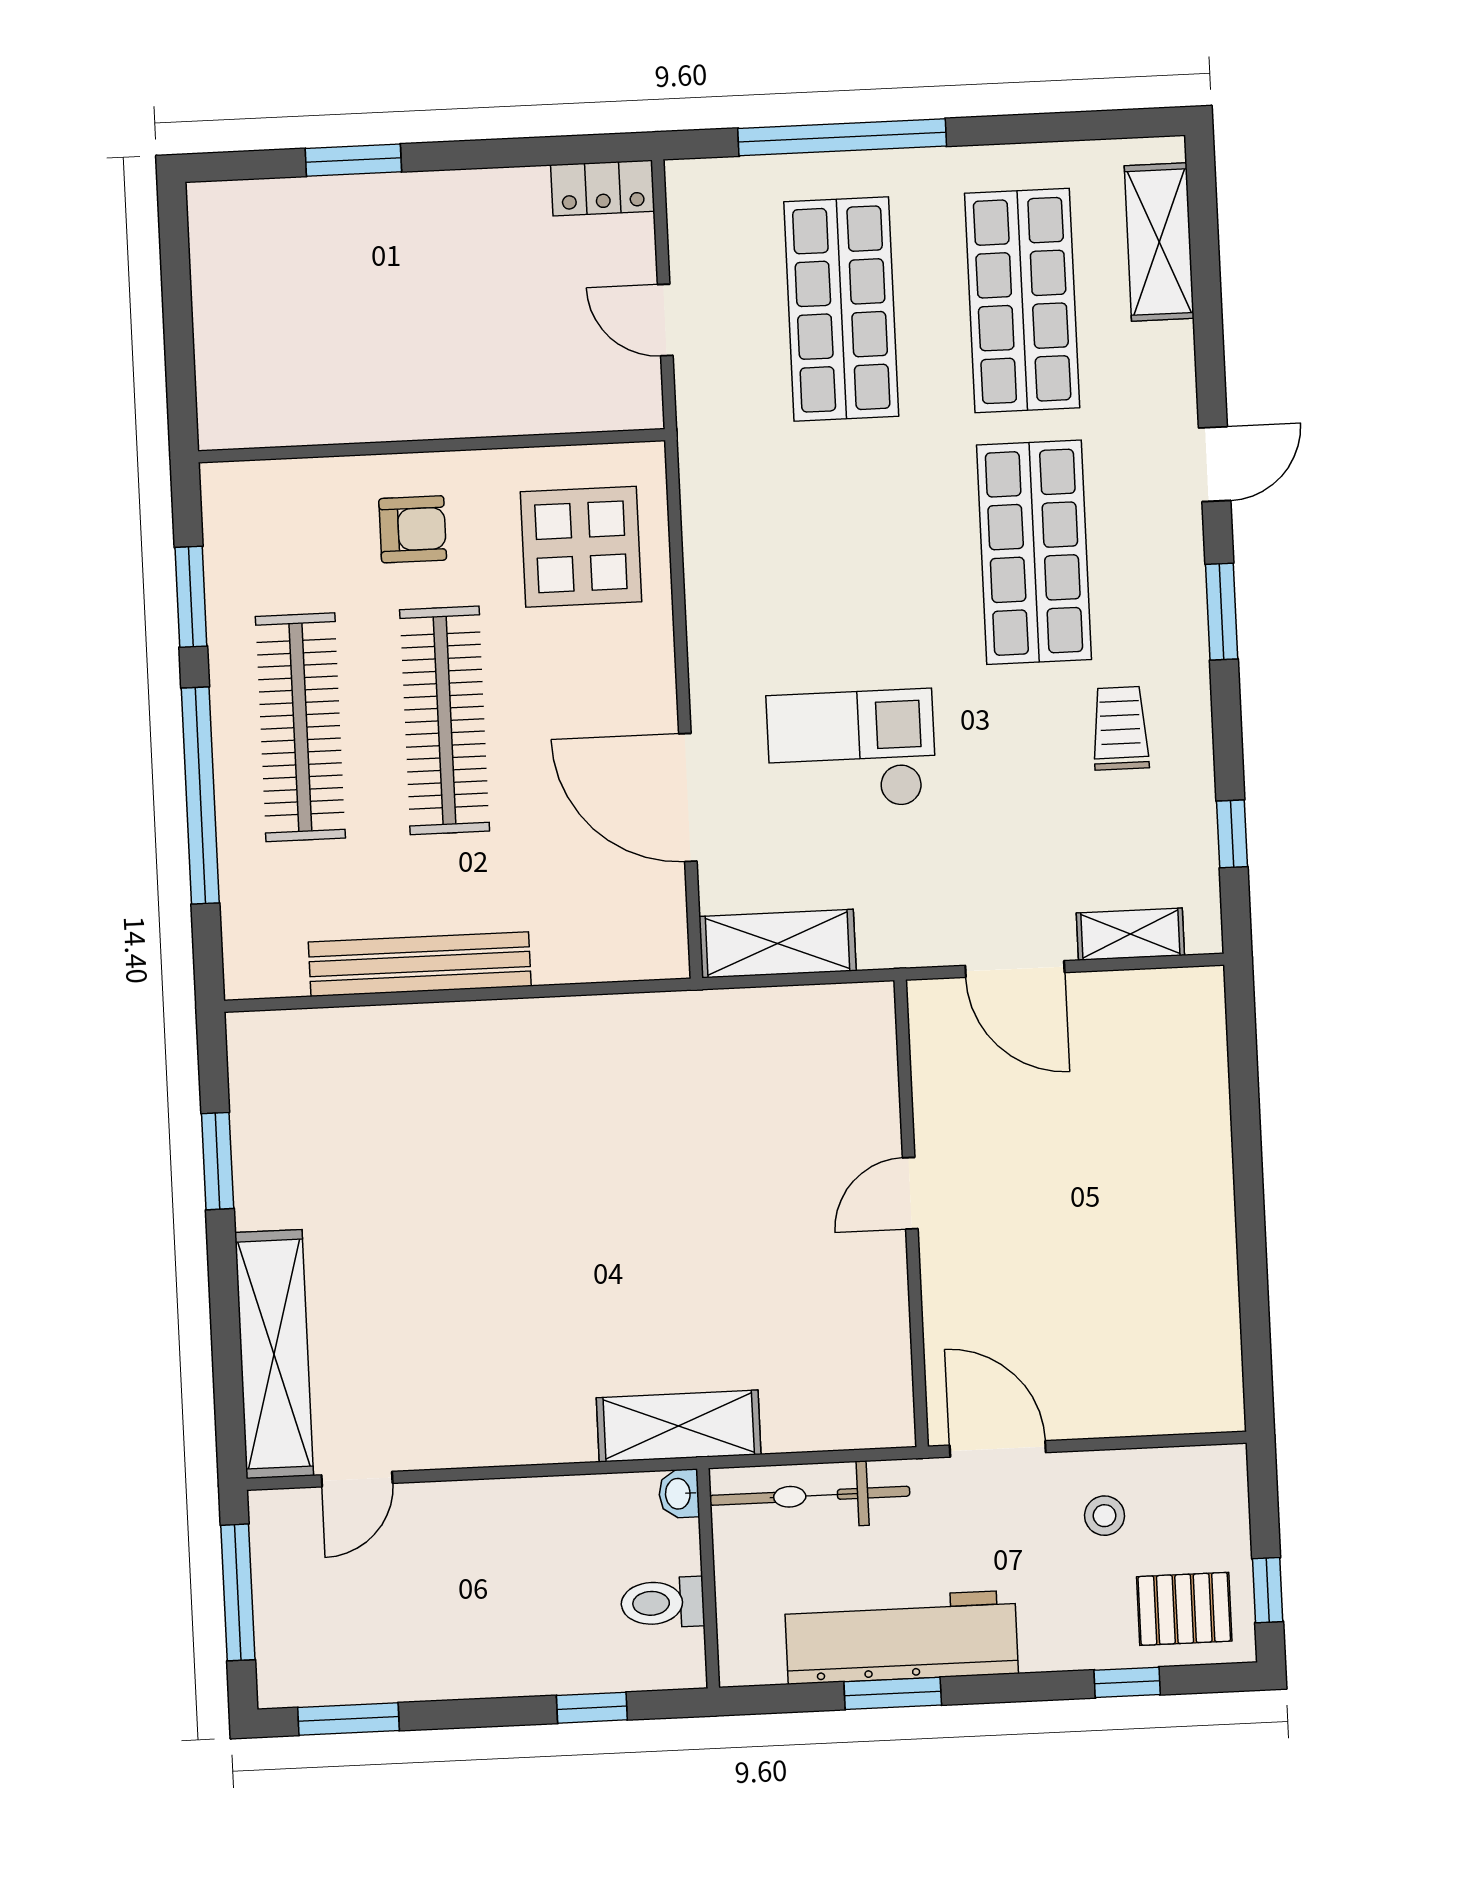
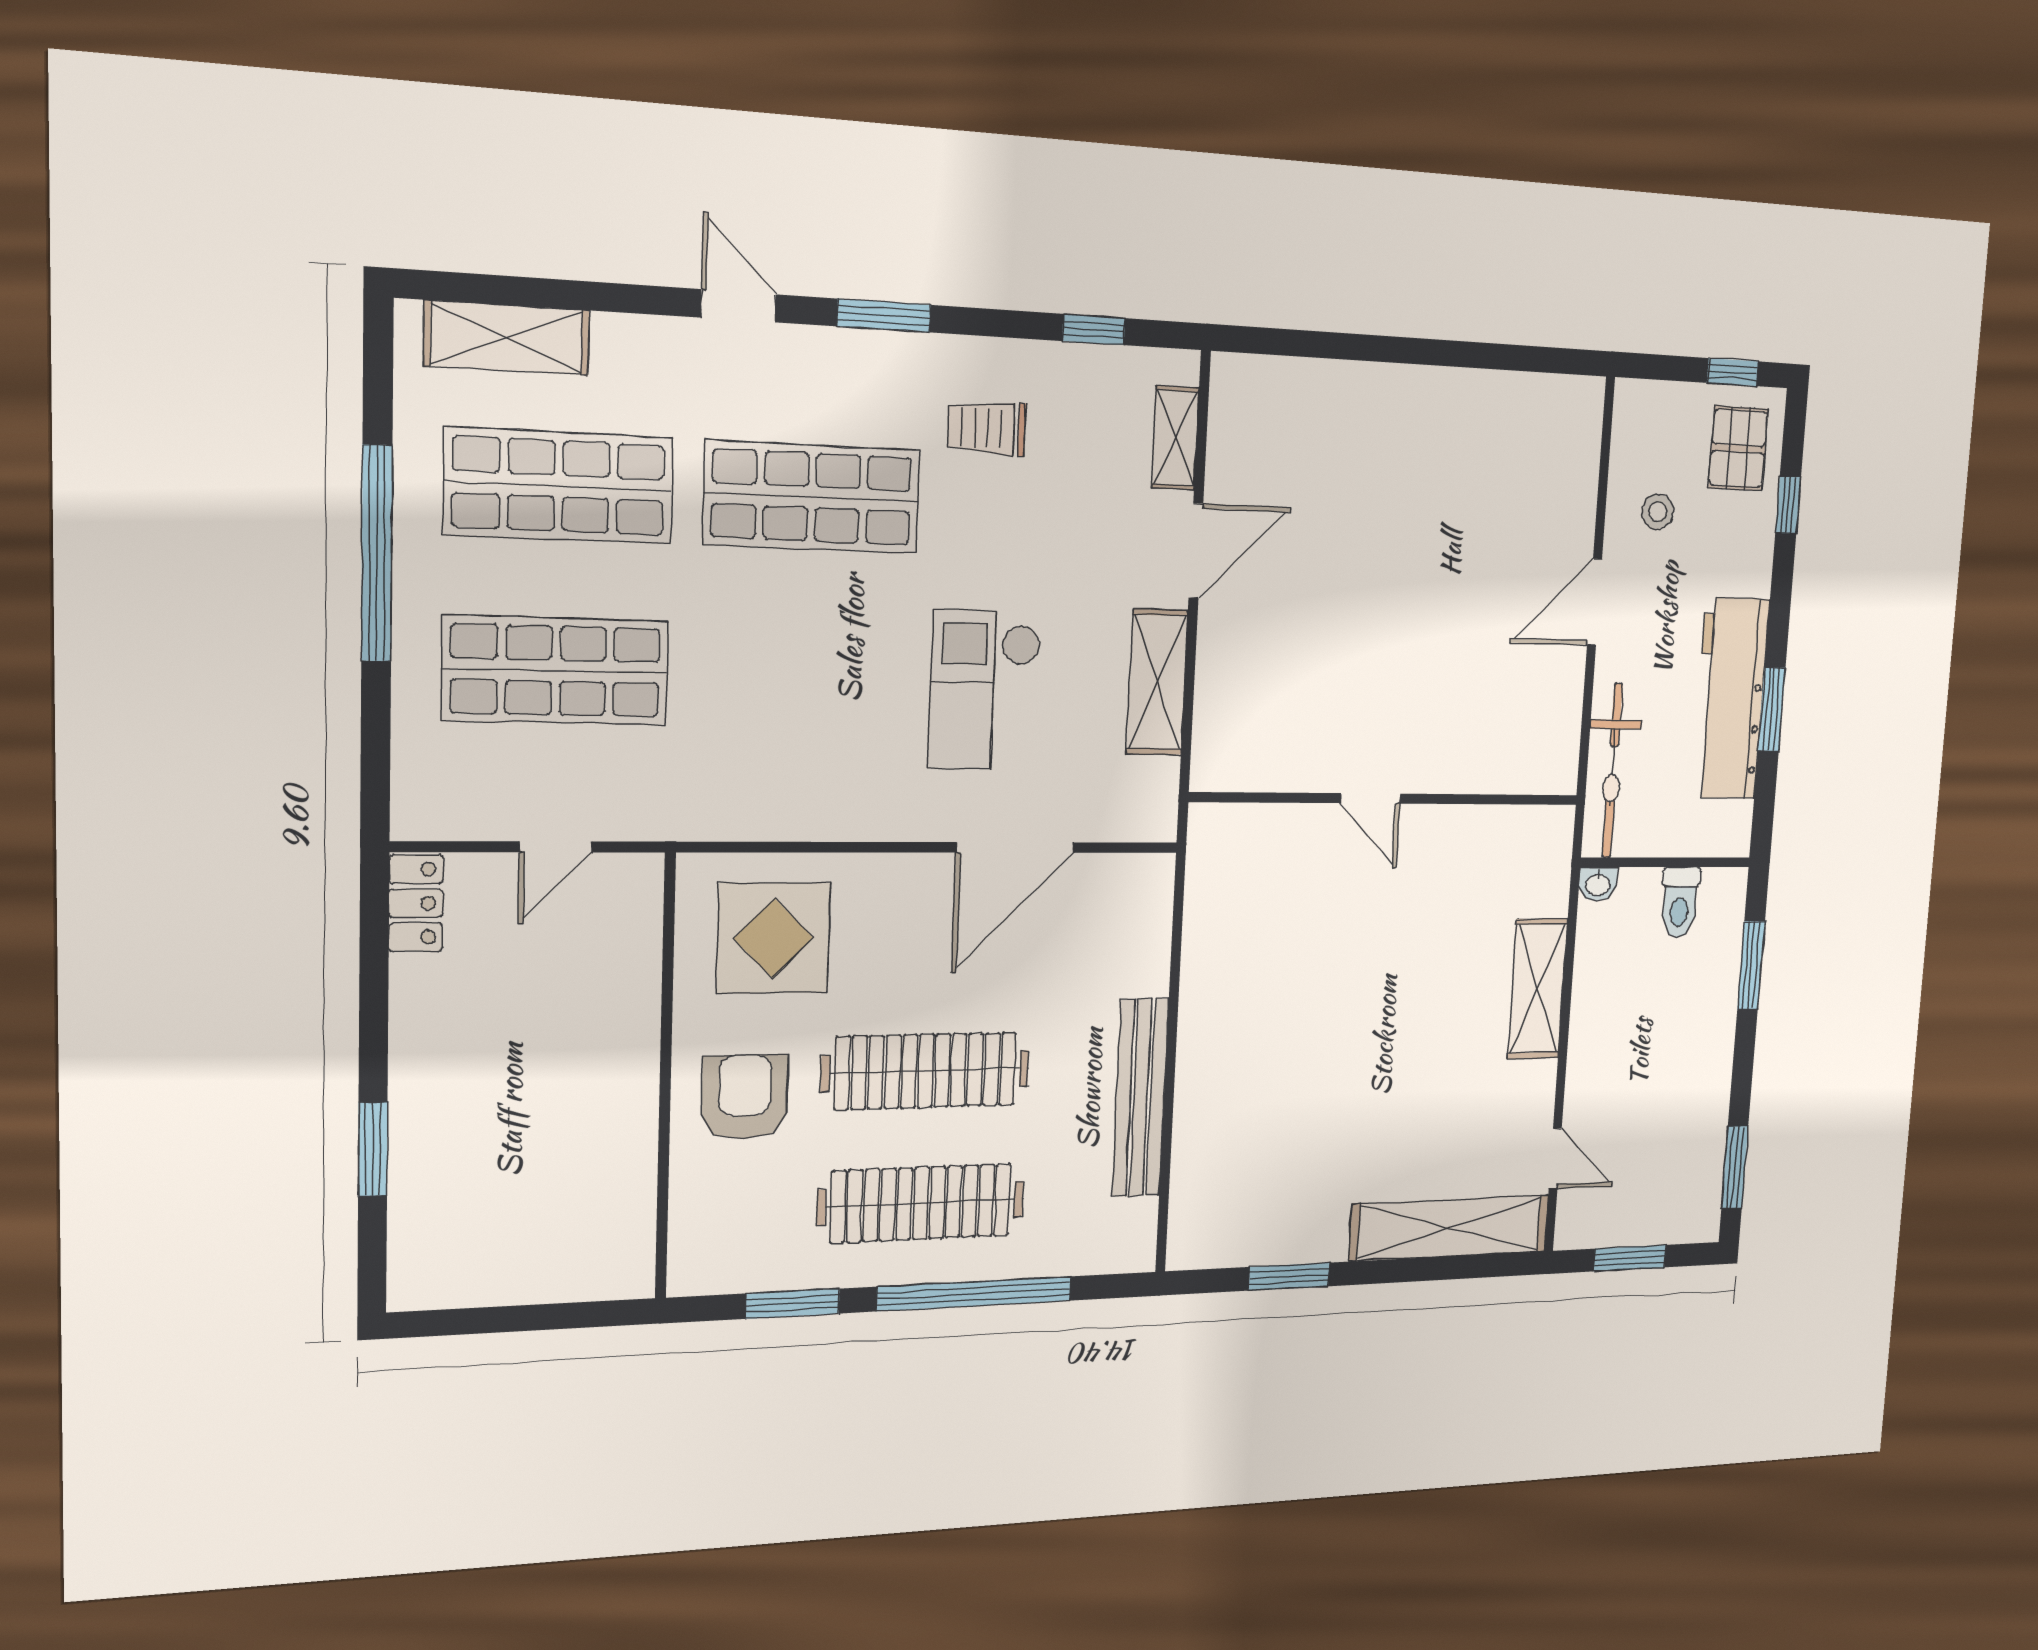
window: (842, 137) -> (377, 553), moved
armchair: (413, 529) -> (745, 1097), width x1.38, depth x1.38
shelving: (778, 944) -> (1157, 682), moved
door: (910, 1193) -> (1370, 798), moved
wall: (911, 1213) -> (1387, 799), moved
shelving: (679, 1426) -> (1538, 989), moved
window: (238, 1592) -> (1630, 1258), width x0.69
window: (592, 1708) -> (1751, 965), width x1.50

